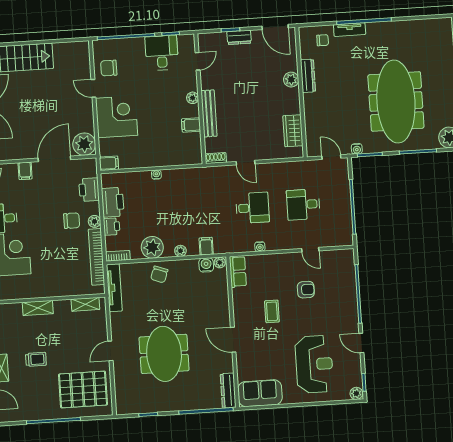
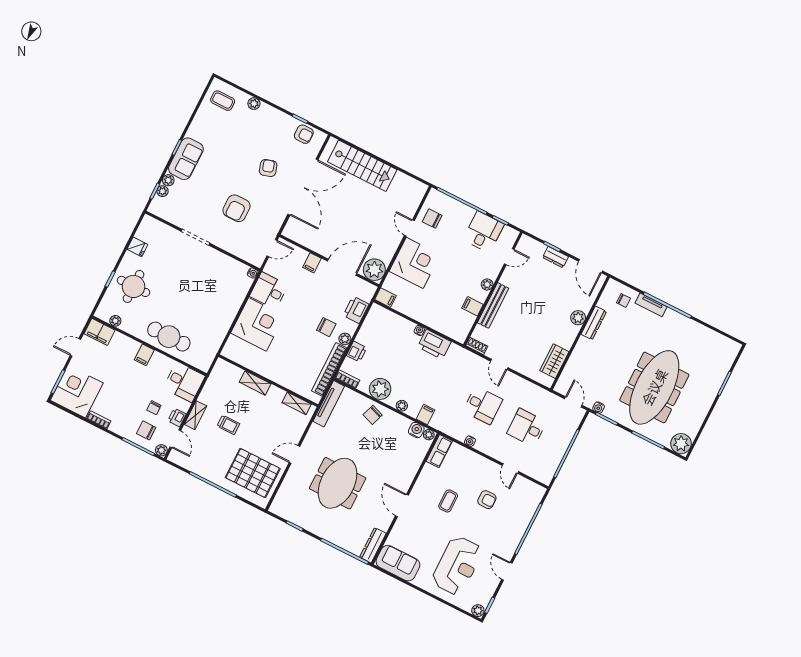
printer: (113, 202) -> (434, 344), moved, turned 90

